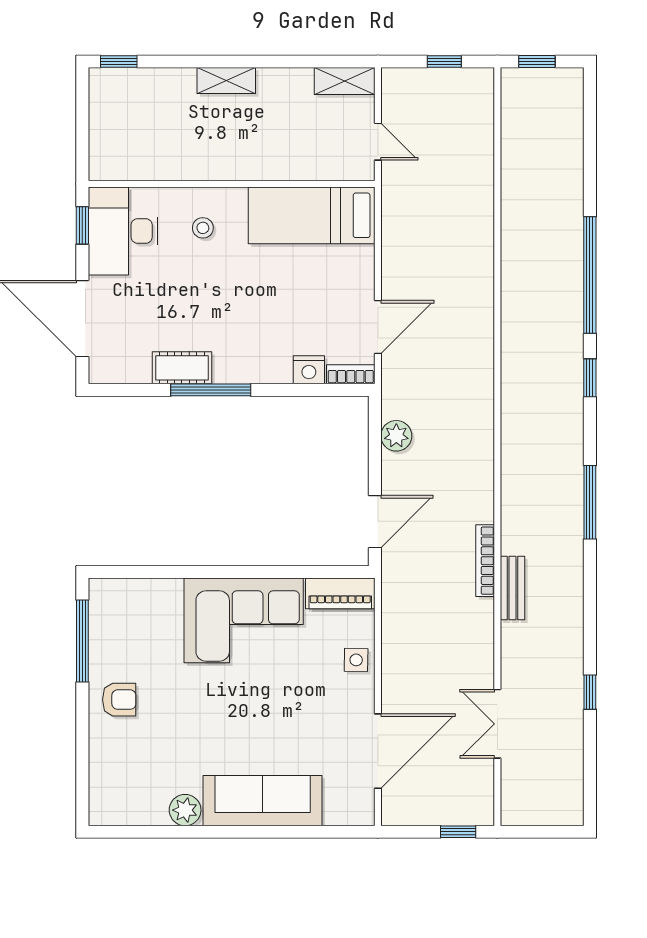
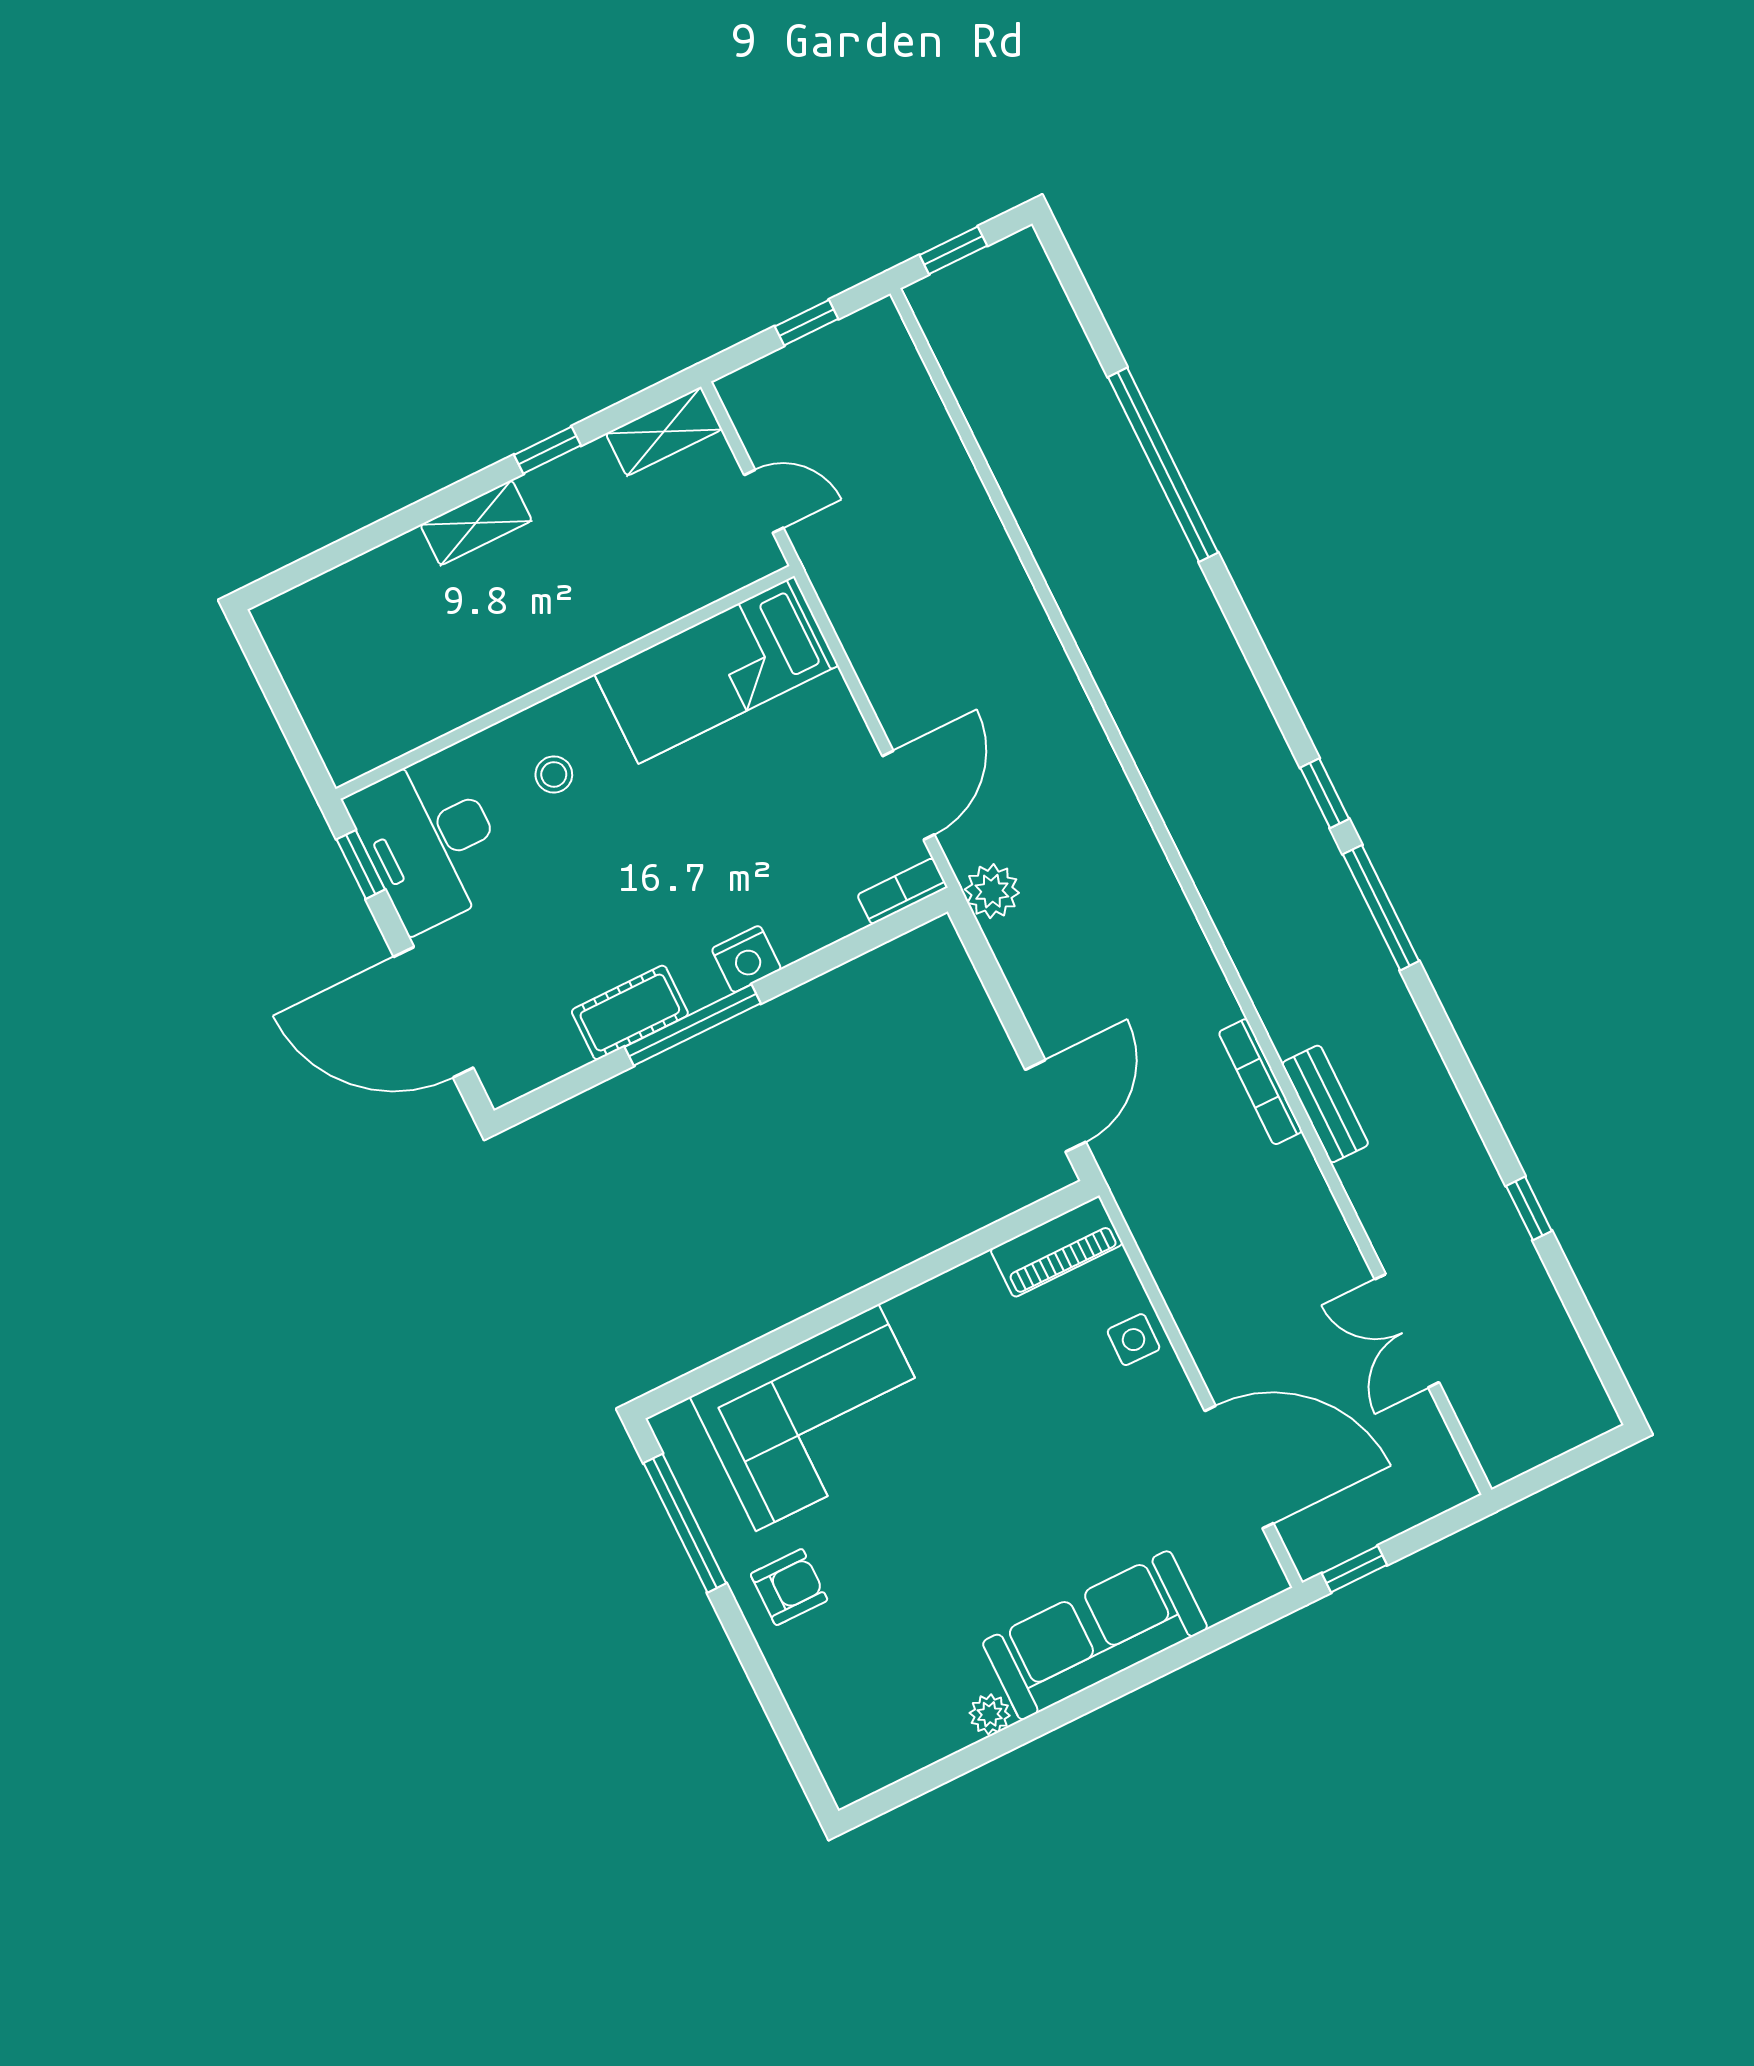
window: (119, 61) -> (547, 450), moved
window: (590, 275) -> (1163, 465), moved
nightstand: (309, 370) -> (746, 959), moved
window: (590, 378) -> (1325, 793), moved
plant: (396, 436) -> (992, 891), moved
corner sofa: (244, 620) -> (817, 1418), moved
door: (378, 751) -> (1239, 1467), hinge flipped
plant: (185, 810) -> (990, 1714), width x0.73, depth x0.73
window: (458, 832) -> (1354, 1569), moved

